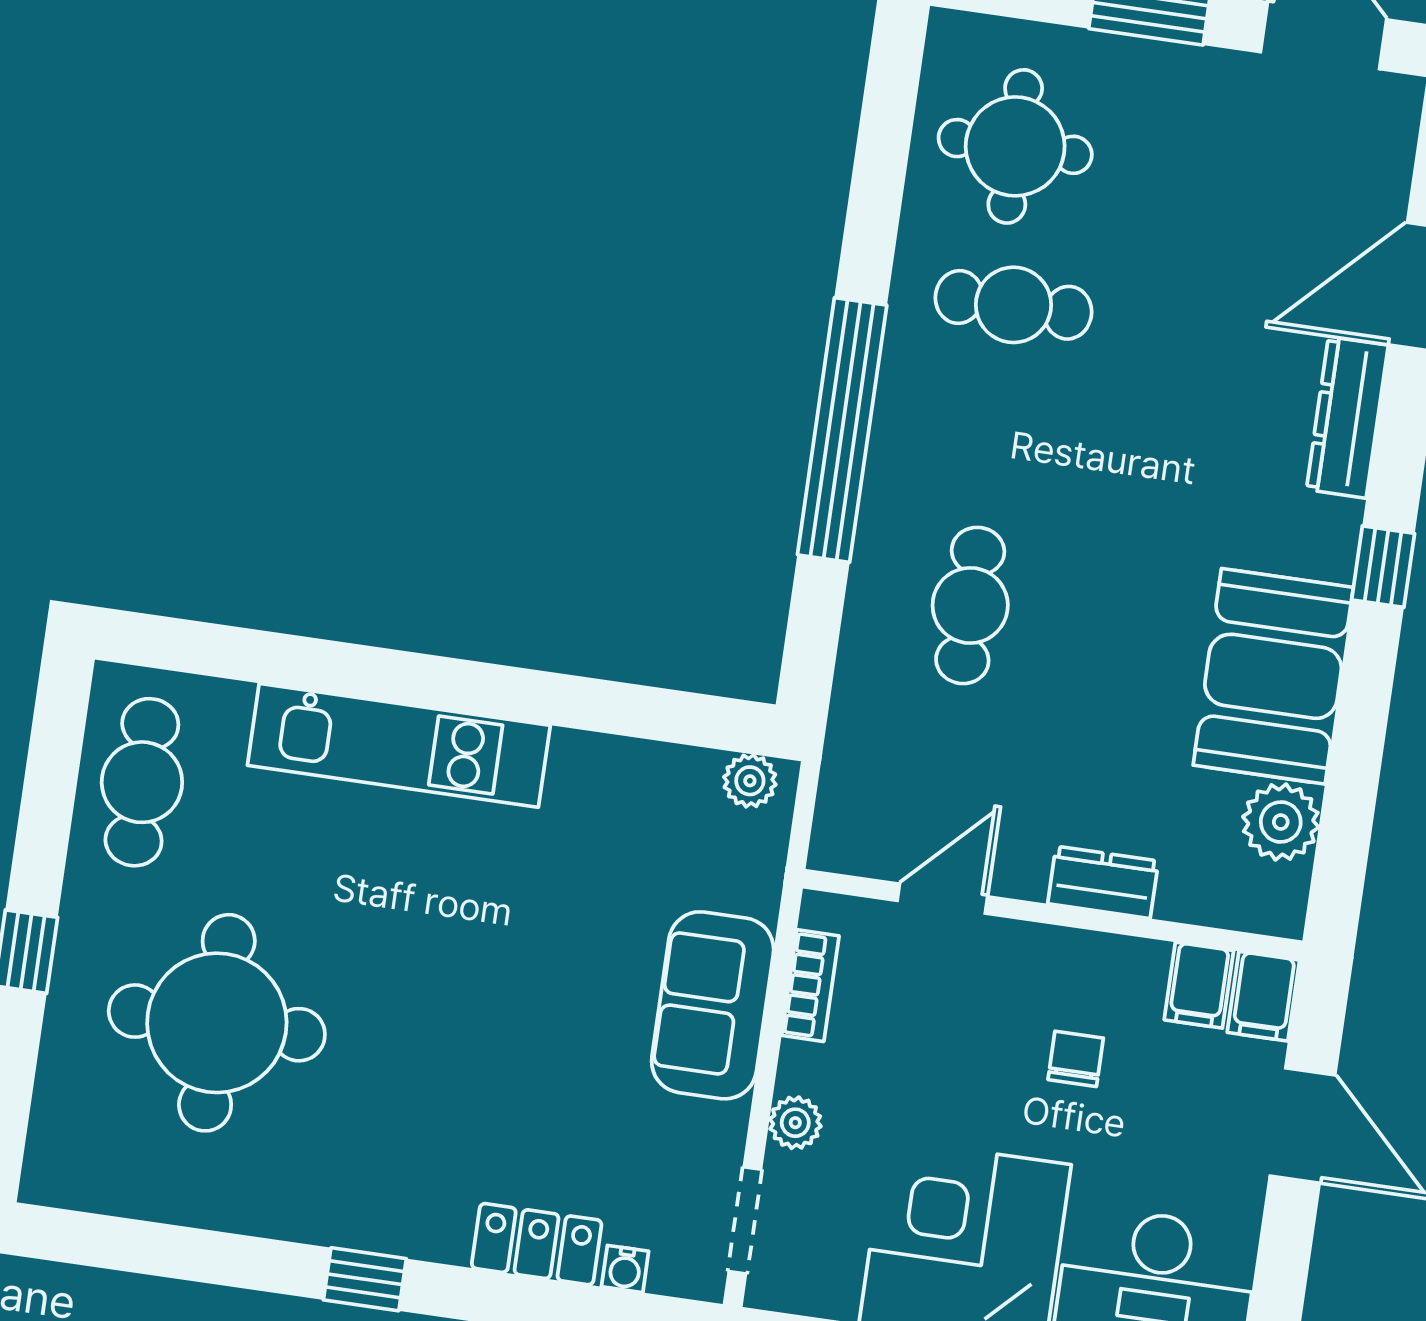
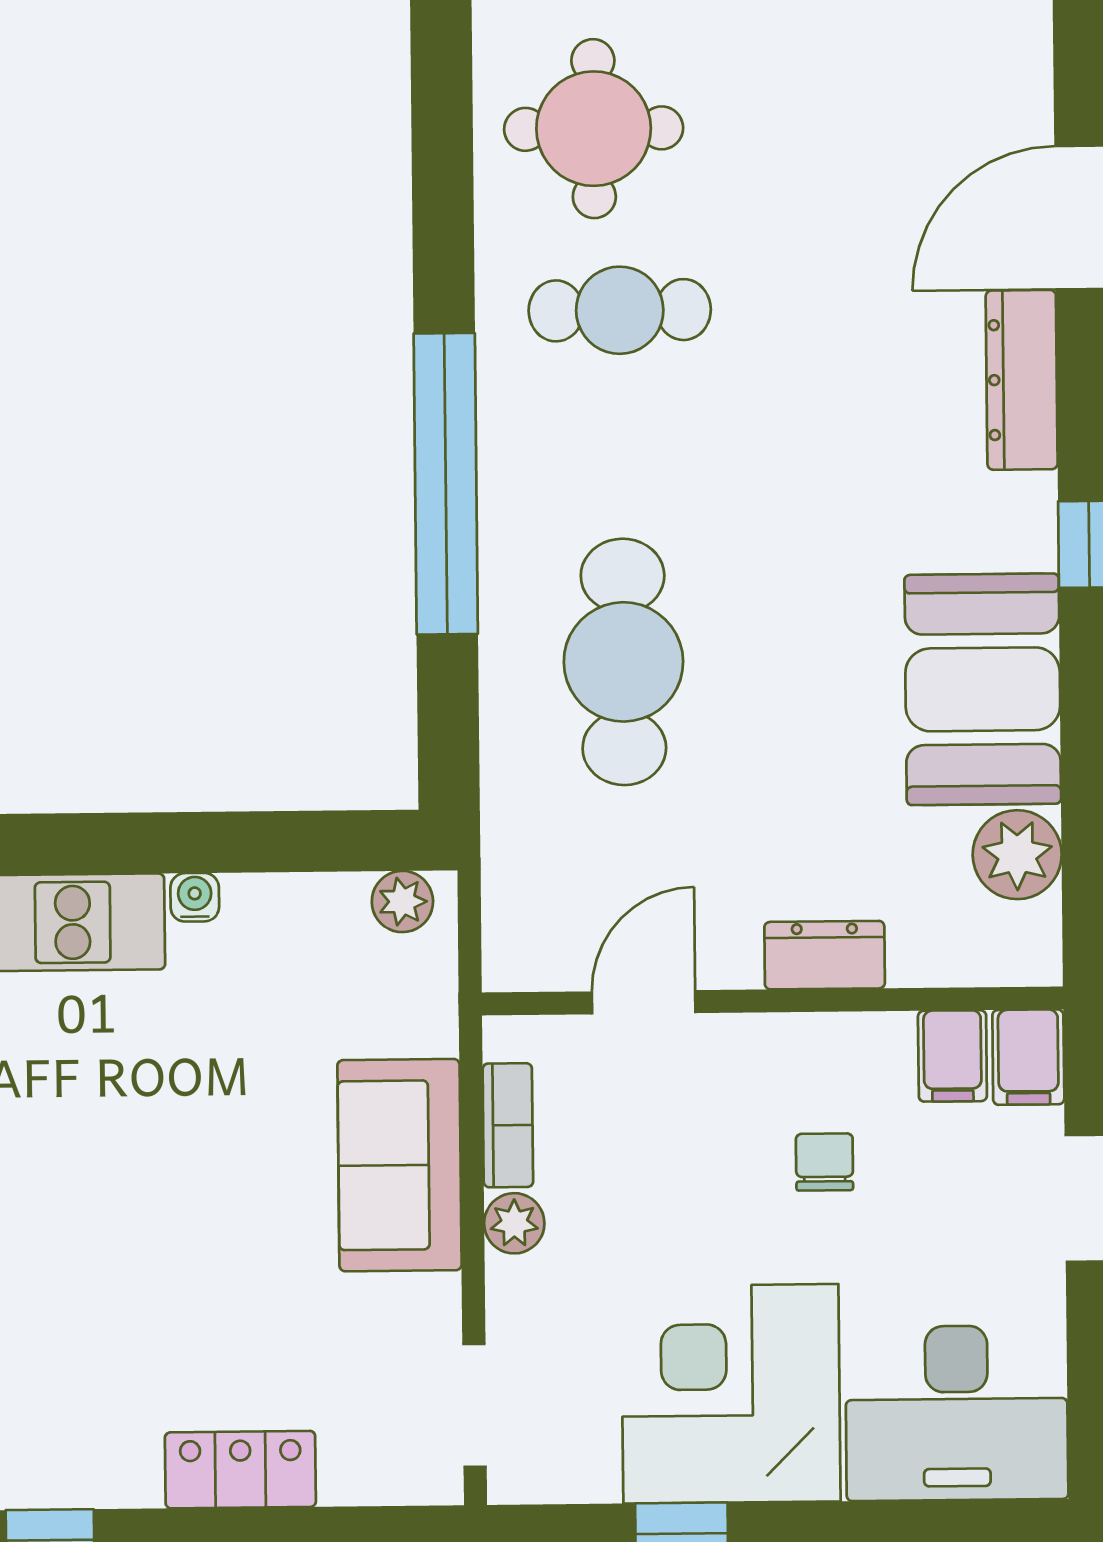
cafe table: (970, 605) -> (623, 662), width x1.37, depth x1.35
plant: (795, 1123) -> (514, 1223), moved
water cooler: (625, 1269) -> (195, 897), moved, turned 180

